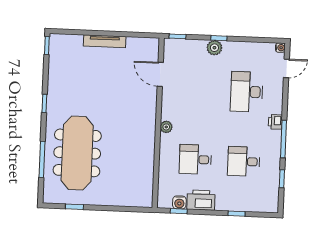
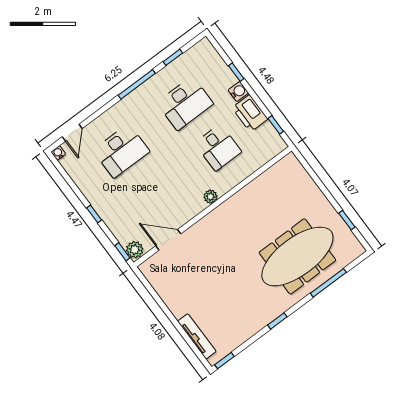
tv unit: (105, 41) -> (197, 336), moved
plant: (214, 48) -> (135, 250), moved
door: (286, 68) -> (72, 133), swing flipped
door: (160, 74) -> (168, 240), swing flipped
printer: (275, 122) -> (127, 104), removed
desk: (244, 161) -> (185, 103), width x1.37
water cooler: (179, 202) -> (238, 91), moved

